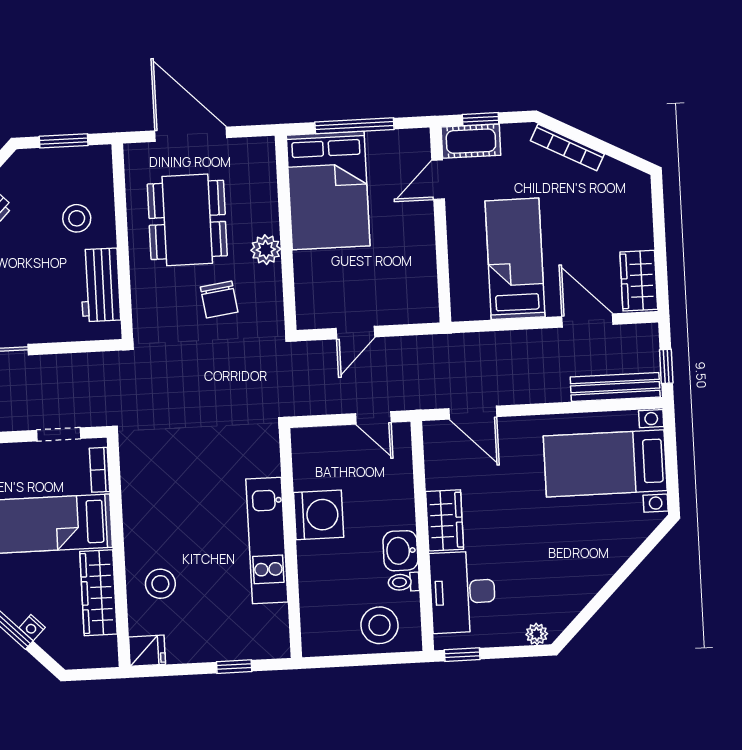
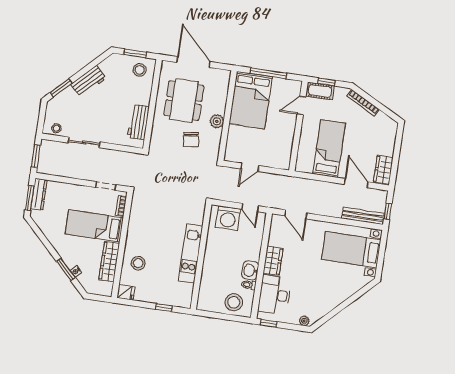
stool: (77, 218) -> (140, 70), moved
washing machine: (319, 515) -> (228, 218), moved, turned 90

